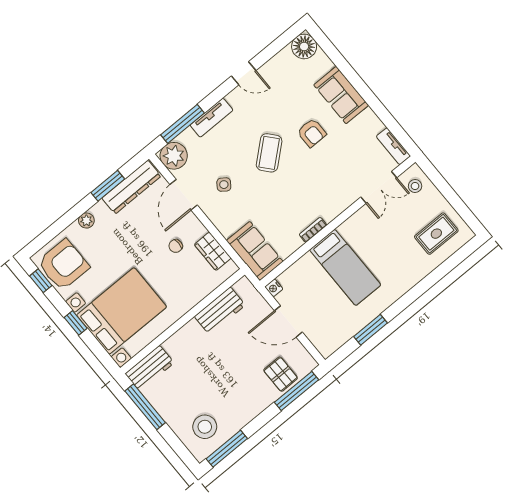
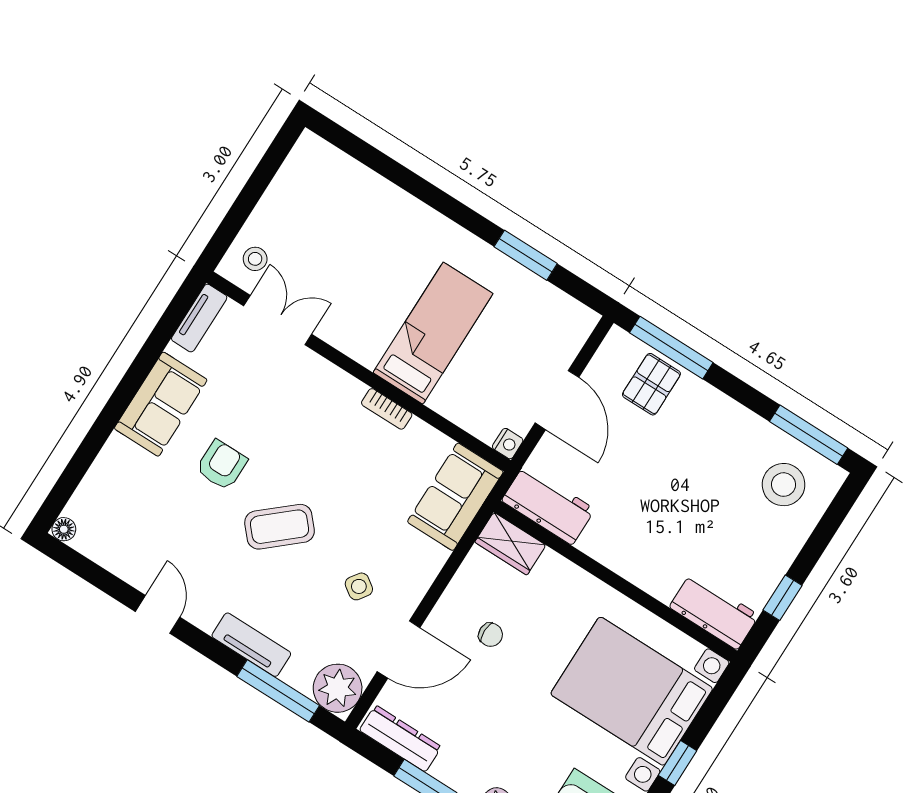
floor lamp: (304, 46) -> (64, 529), width x0.53, depth x0.53
sofa: (341, 95) -> (161, 404), moved
dresser: (131, 187) -> (400, 738), width x0.73, depth x0.80
rug: (436, 234) -> (325, 196), removed
wardrobe: (213, 251) -> (510, 544), moved, turned 90
workbench: (220, 311) -> (548, 505), moved
window: (145, 407) -> (783, 598), width x0.46

